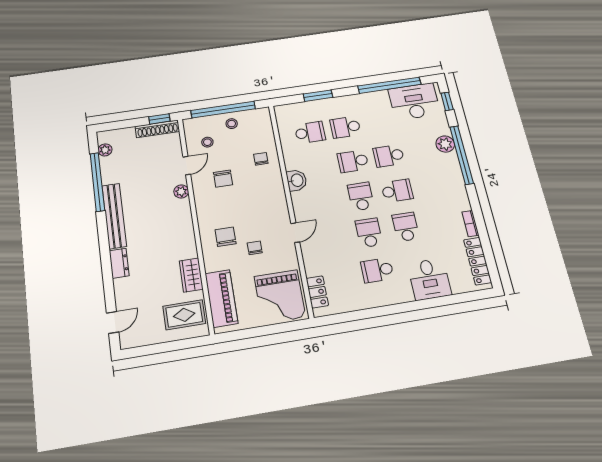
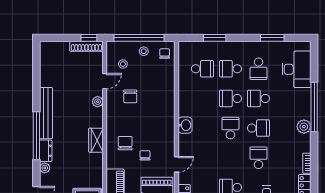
window: (389, 85) -> (272, 38), width x0.47
window: (447, 101) -> (314, 60), removed
desk: (414, 102) -> (296, 69), moved, turned 90
plant: (445, 144) -> (304, 127), moved
plant: (105, 150) -> (45, 168), moved
chair: (261, 159) -> (165, 54), moved
washbasin: (297, 180) -> (185, 125), moved
window: (97, 182) -> (36, 136), moved
door: (295, 233) -> (176, 164), moved
school desk: (369, 233) -> (258, 69), moved, turned 180
wardrobe: (191, 275) -> (96, 140), moved

